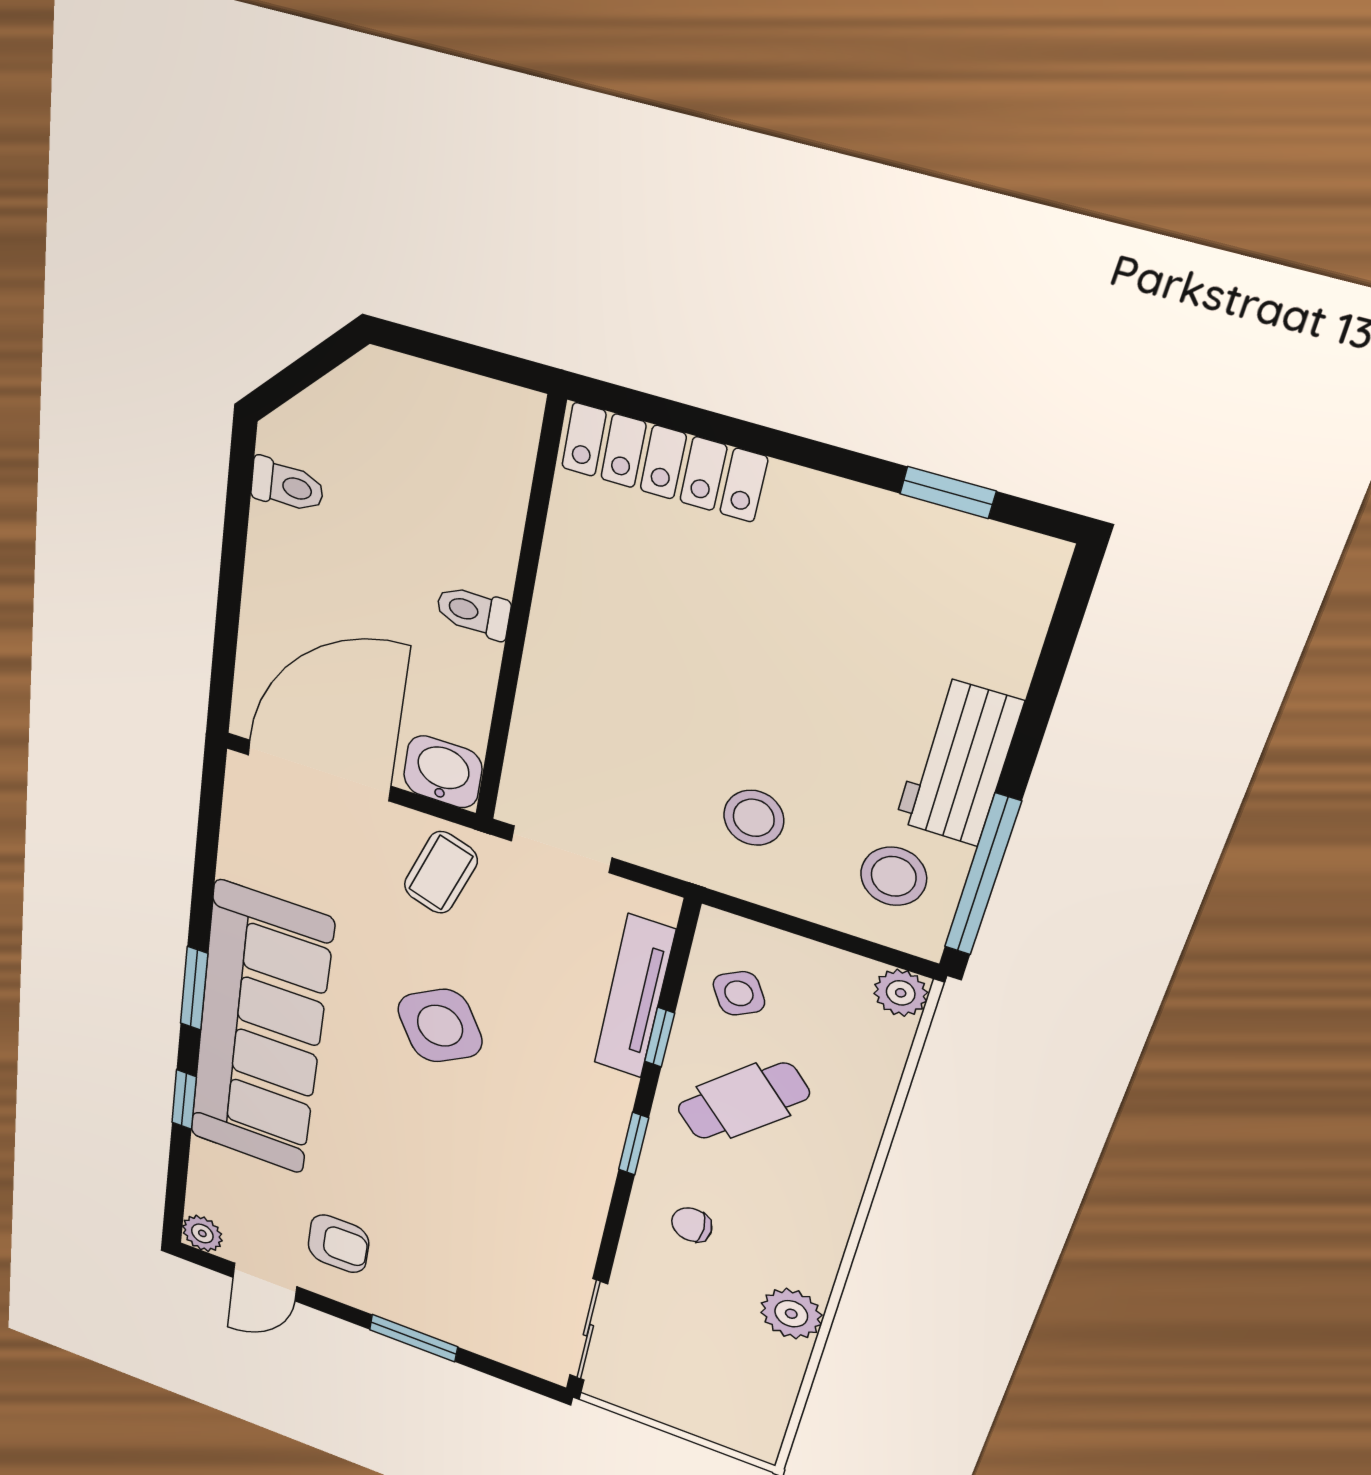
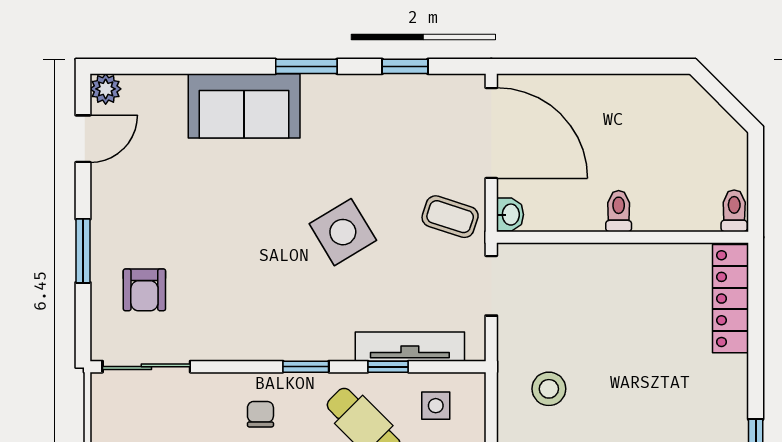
toilet: (287, 486) -> (734, 211), moved, turned 180
washbasin: (443, 772) -> (510, 215), width x0.72, depth x0.69
side table: (739, 993) -> (436, 406), turned 30
sofa: (260, 1031) -> (244, 106), width x0.54, depth x0.79
window: (184, 1100) -> (405, 66), moved
armchair: (338, 1244) -> (144, 290), moved
door: (265, 1282) -> (83, 139), swing flipped

